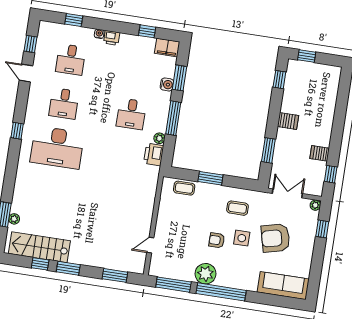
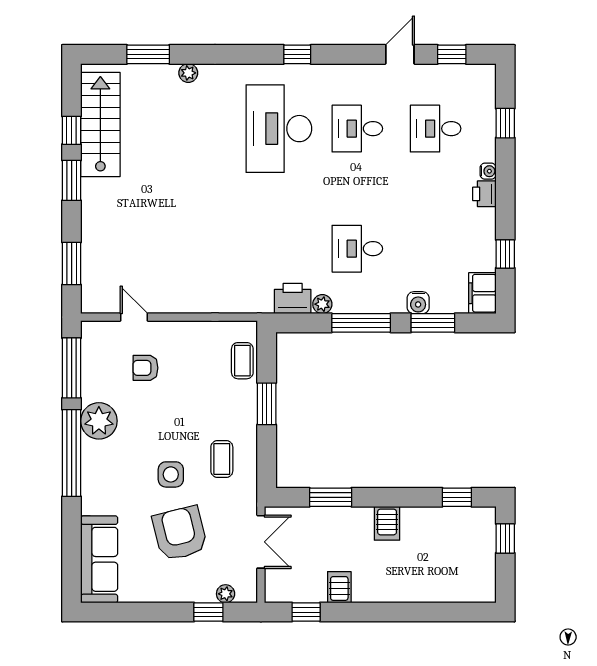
plant: (315, 205) -> (226, 594), moved
plant: (14, 219) -> (188, 73), moved
armchair: (217, 240) -> (145, 368), moved, turned -90

